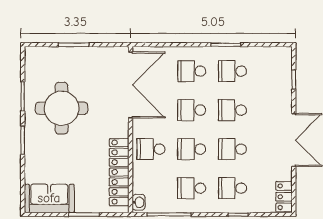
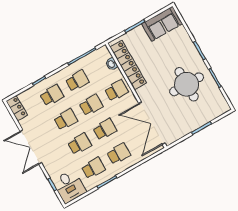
desk: (274, 66) -> (69, 186), added
washbasin: (139, 202) -> (111, 64), moved

